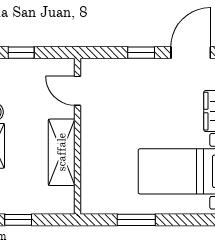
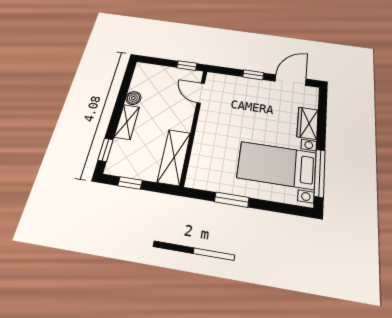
window: (21, 53) -> (187, 65), moved
shelving: (62, 152) -> (174, 157), moved

